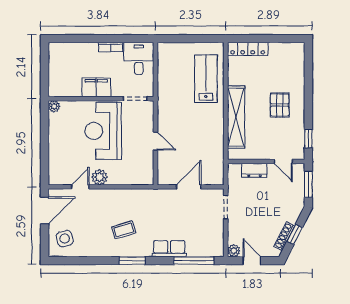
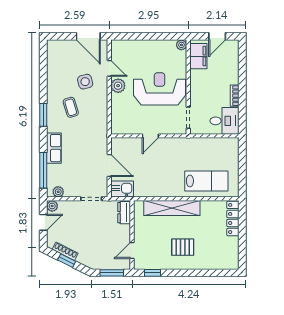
door: (45, 67) -> (217, 36), added
filing cabinet: (96, 87) -> (198, 56), moved
dresser: (254, 170) -> (124, 213), moved
kitchen sink: (215, 173) -> (122, 189), added
side table: (65, 239) -> (85, 82), moved
plant: (218, 244) -> (58, 192), added

